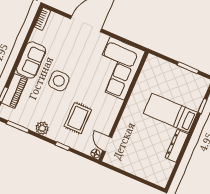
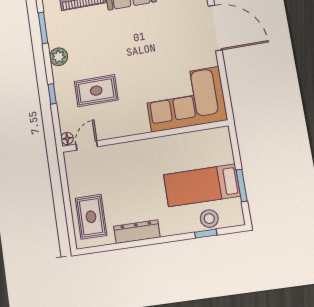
side table: (59, 81) -> (126, 40), removed
stool: (195, 99) -> (209, 219), added
bed: (170, 113) -> (202, 185), moved, turned -90
rug: (151, 168) -> (91, 217), added

